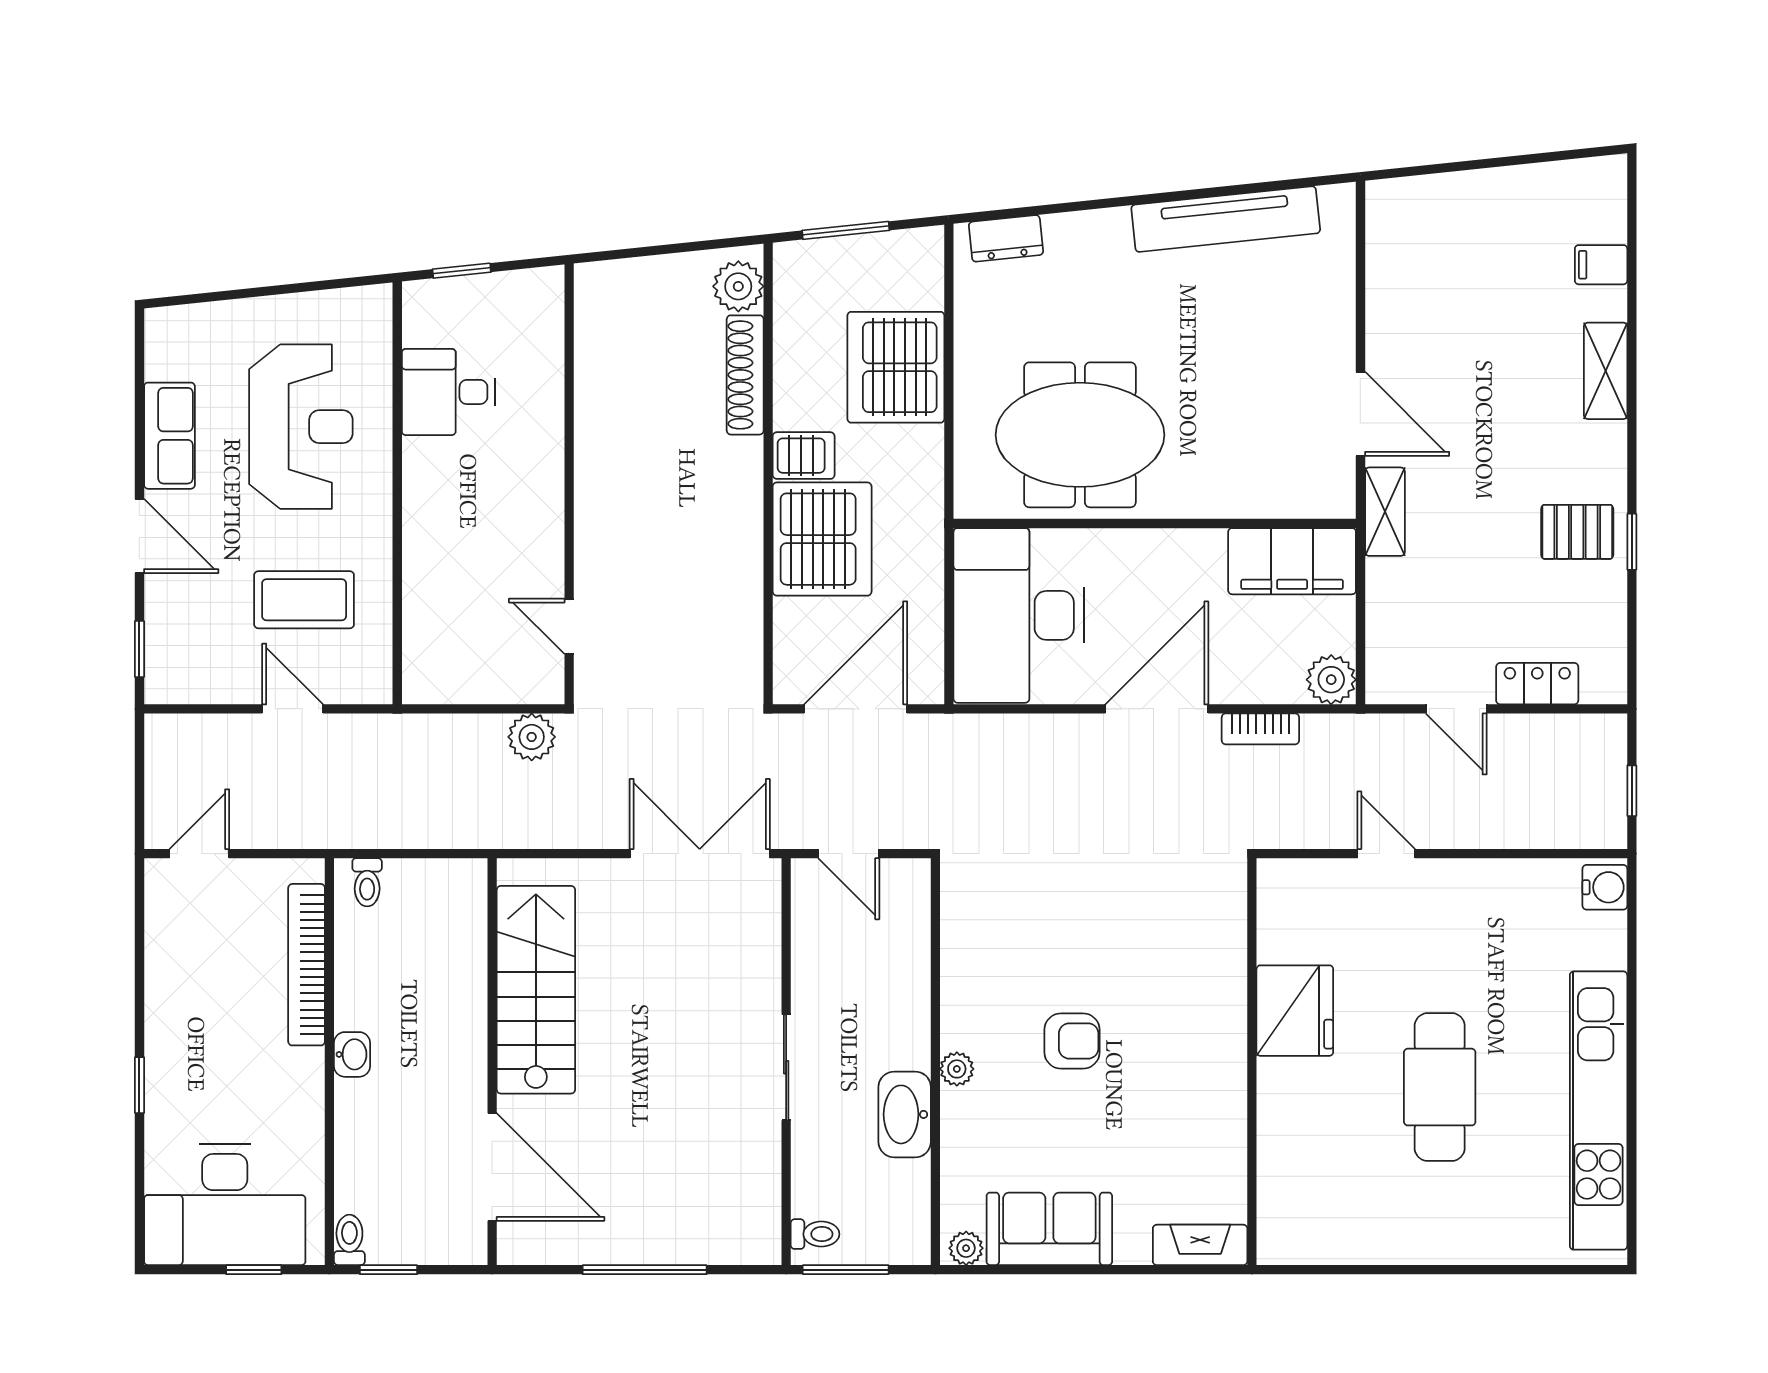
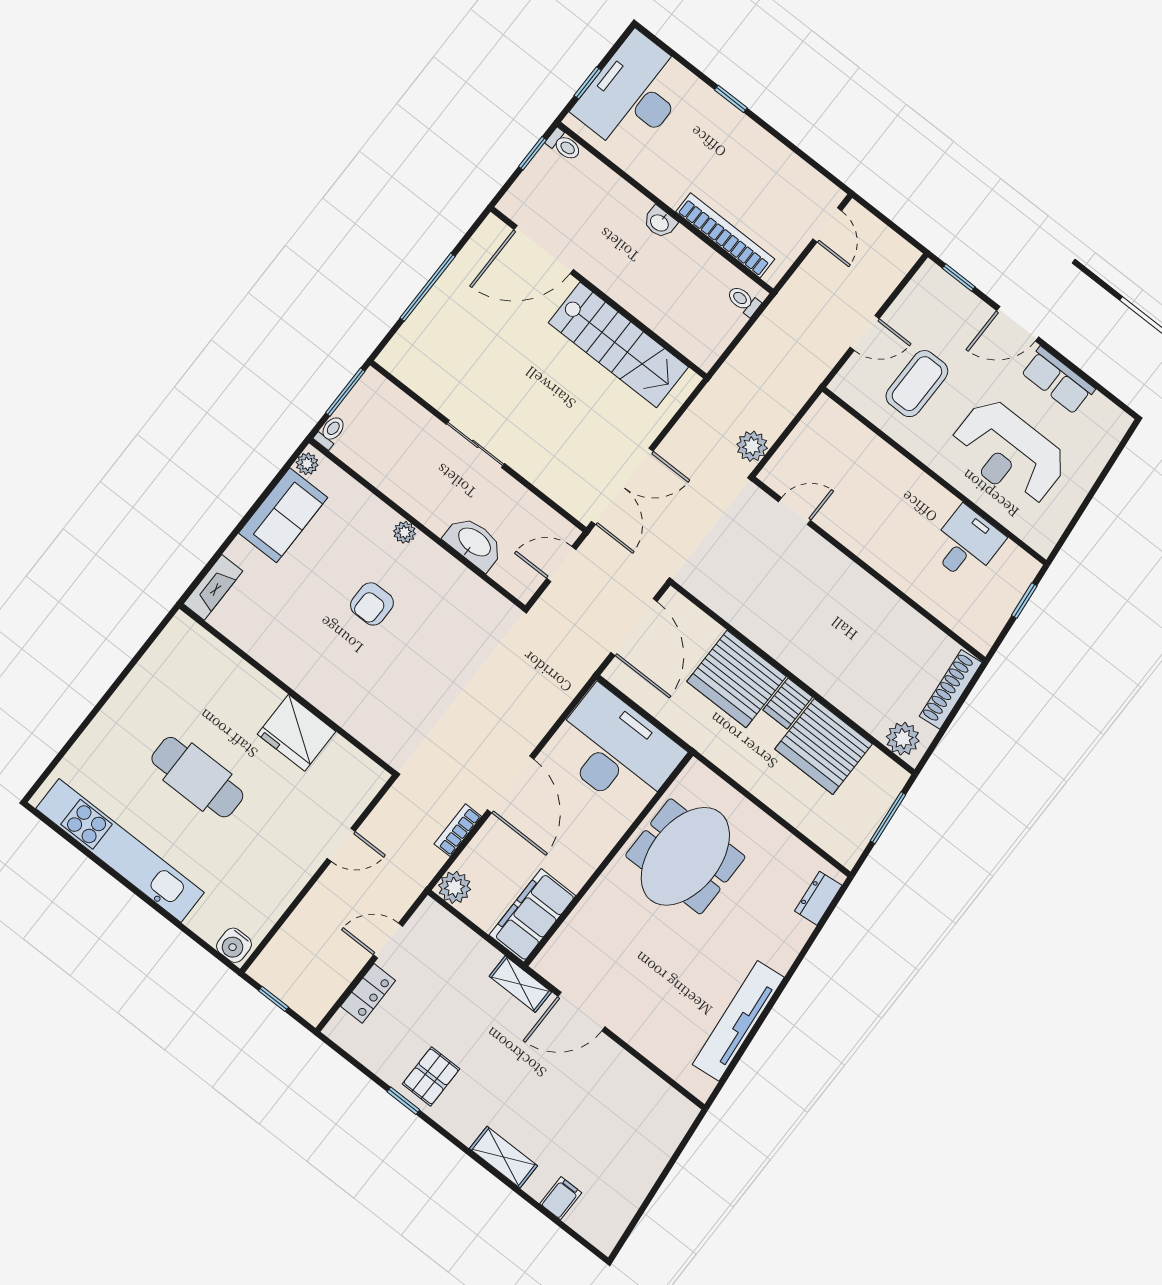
server rack: (896, 367) -> (824, 746), moved, turned 180
shoe rack: (745, 375) -> (951, 689), moved, turned -96
washbasin: (905, 1114) -> (474, 543), moved
toilet: (815, 1234) -> (330, 432), moved, turned 180

